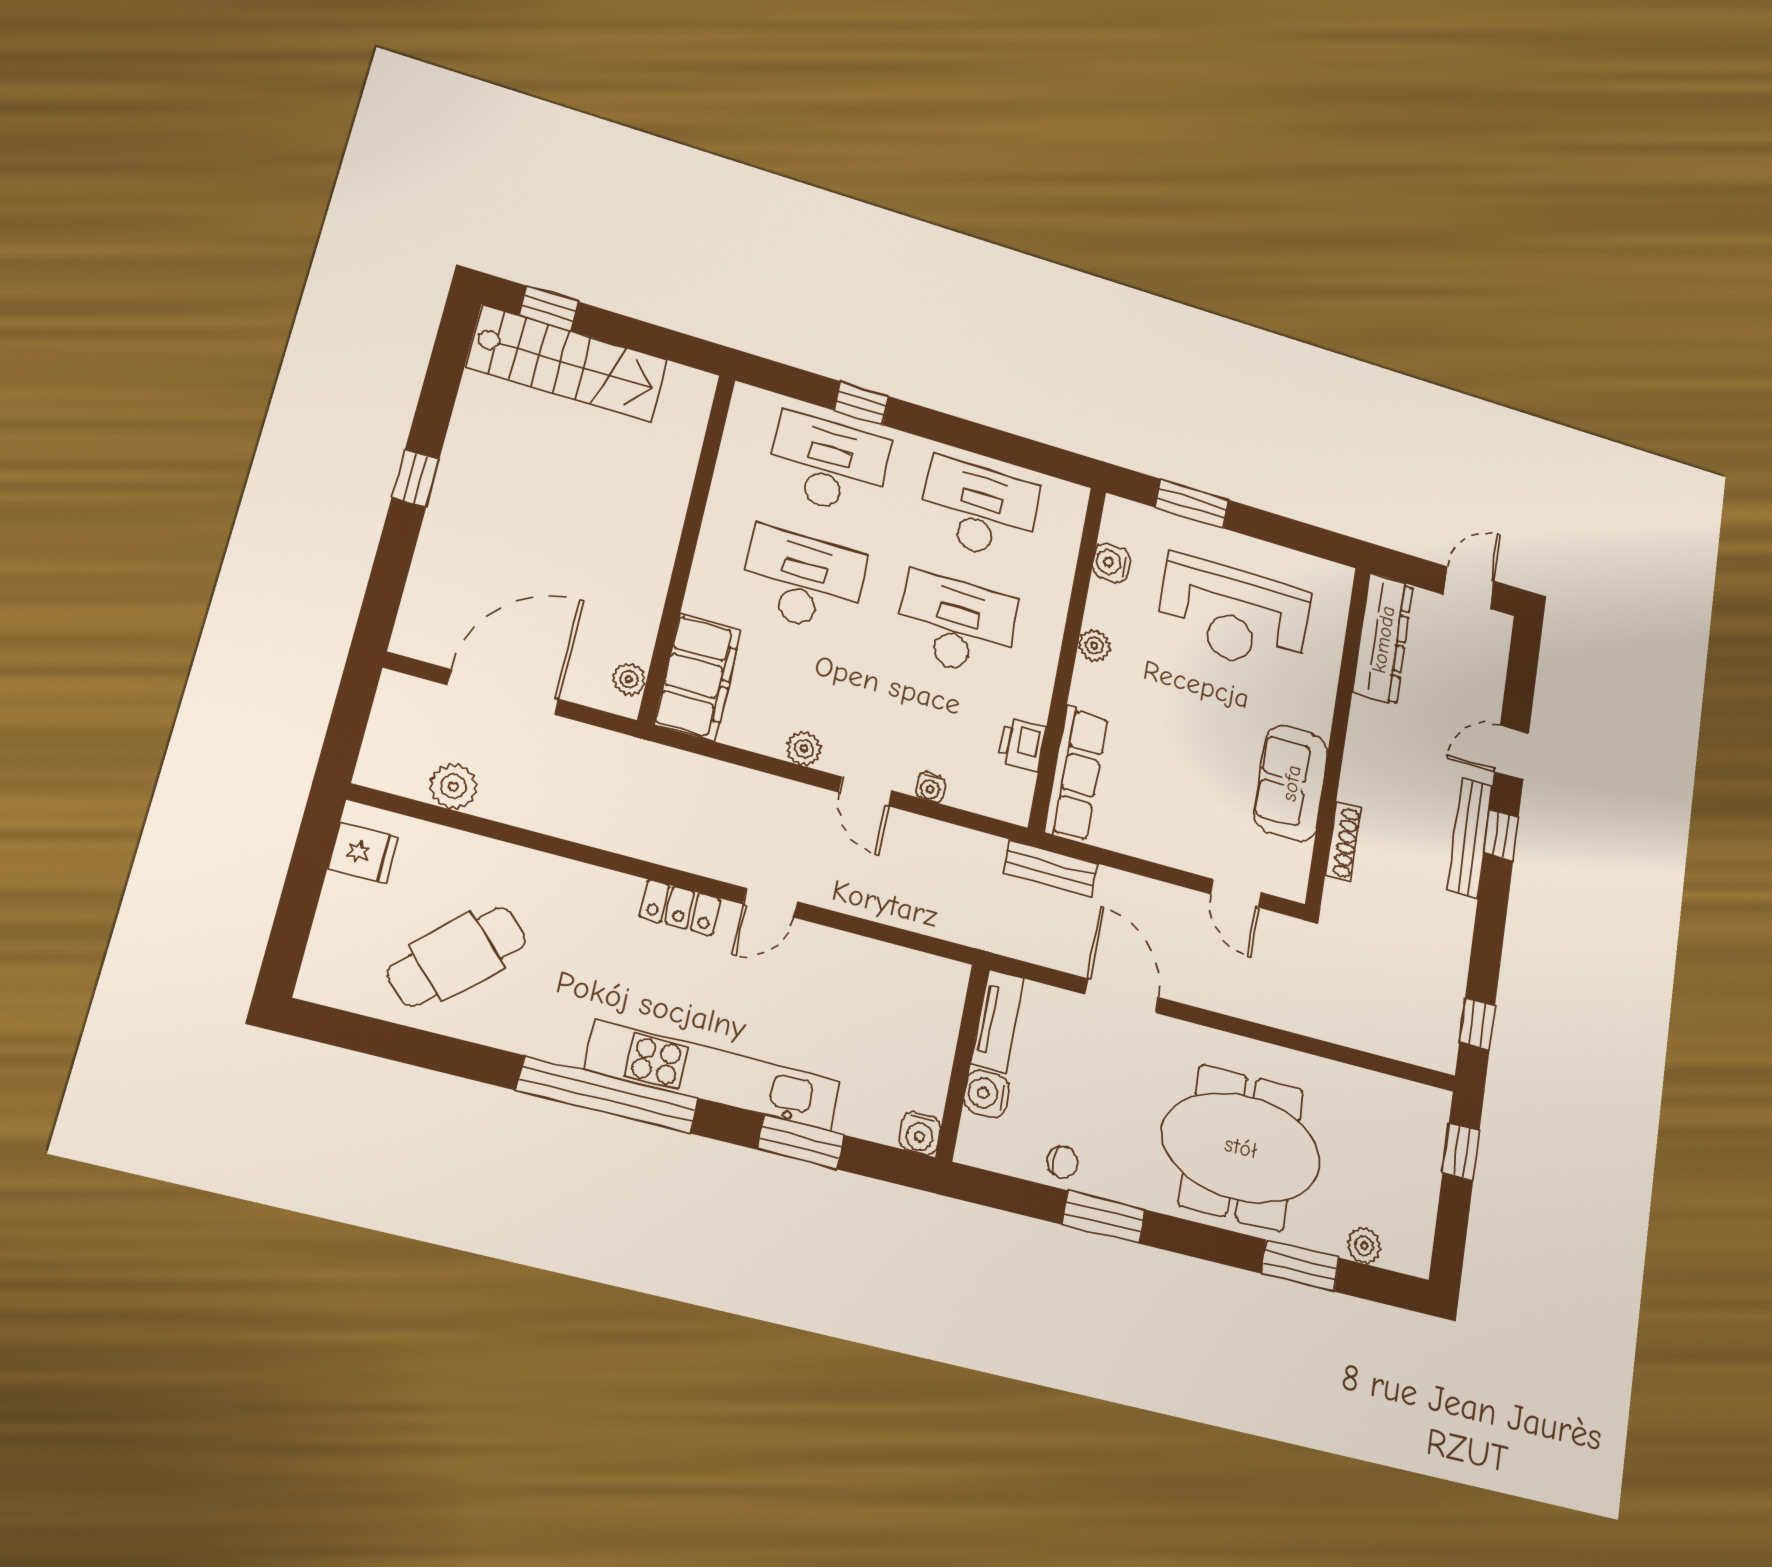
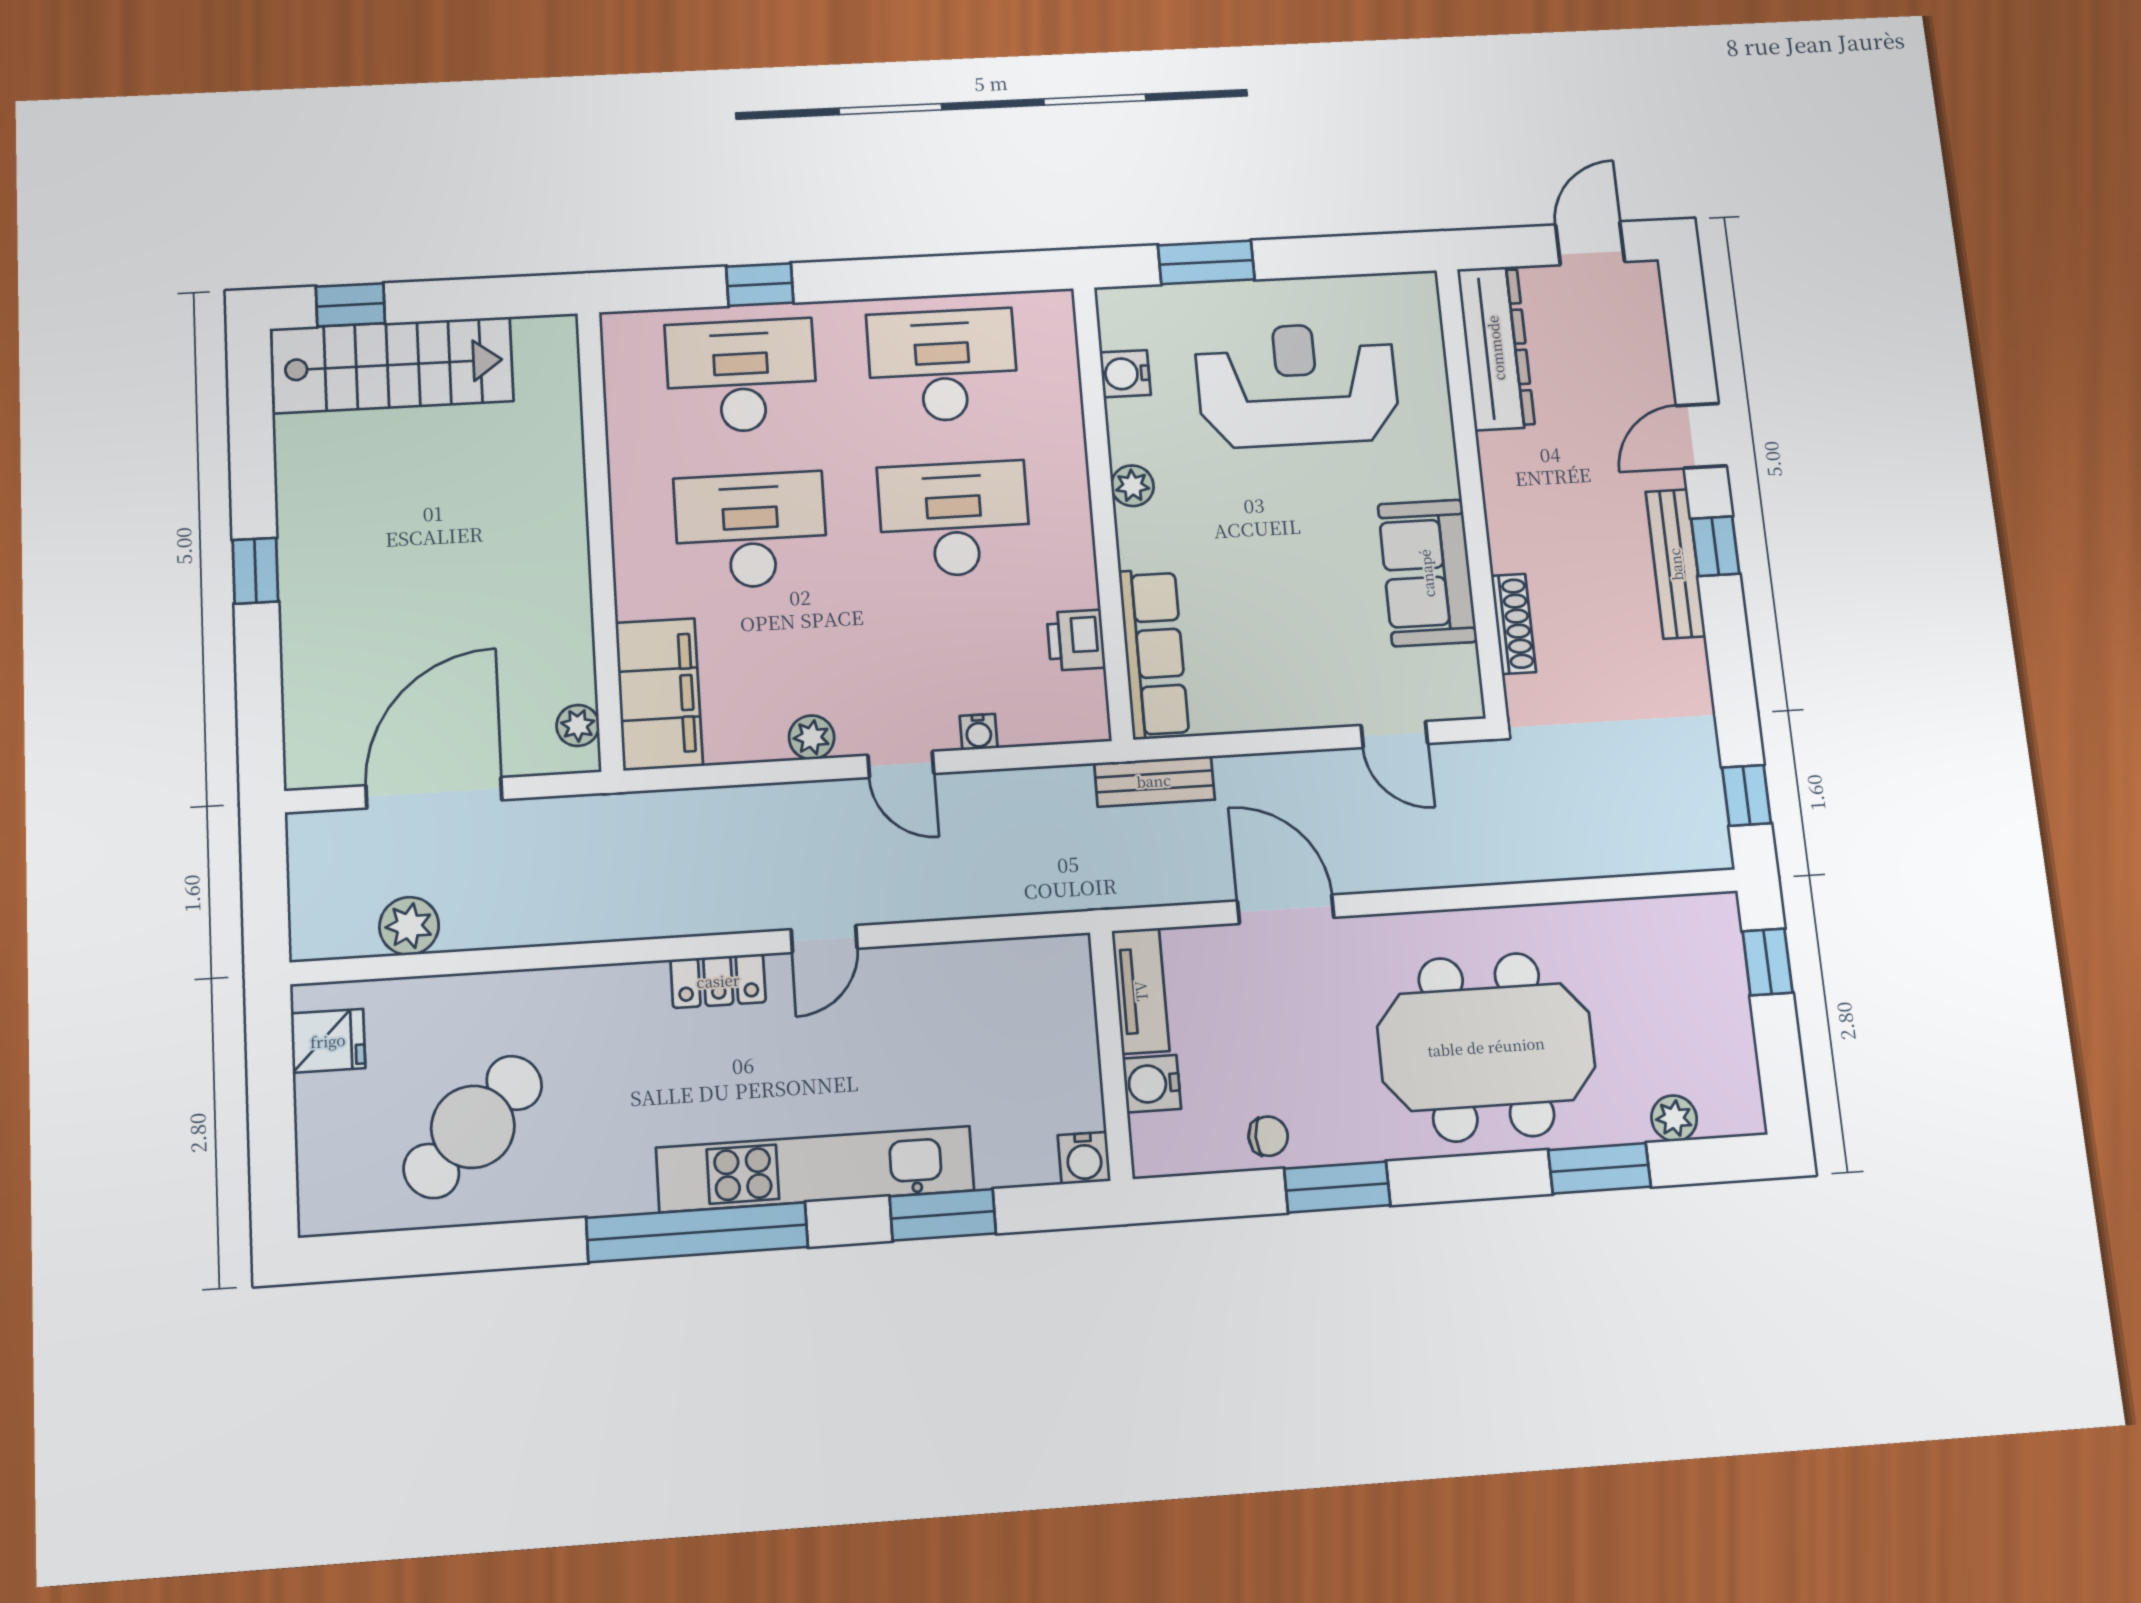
reception desk: (1234, 615) -> (1297, 385), turned 180

